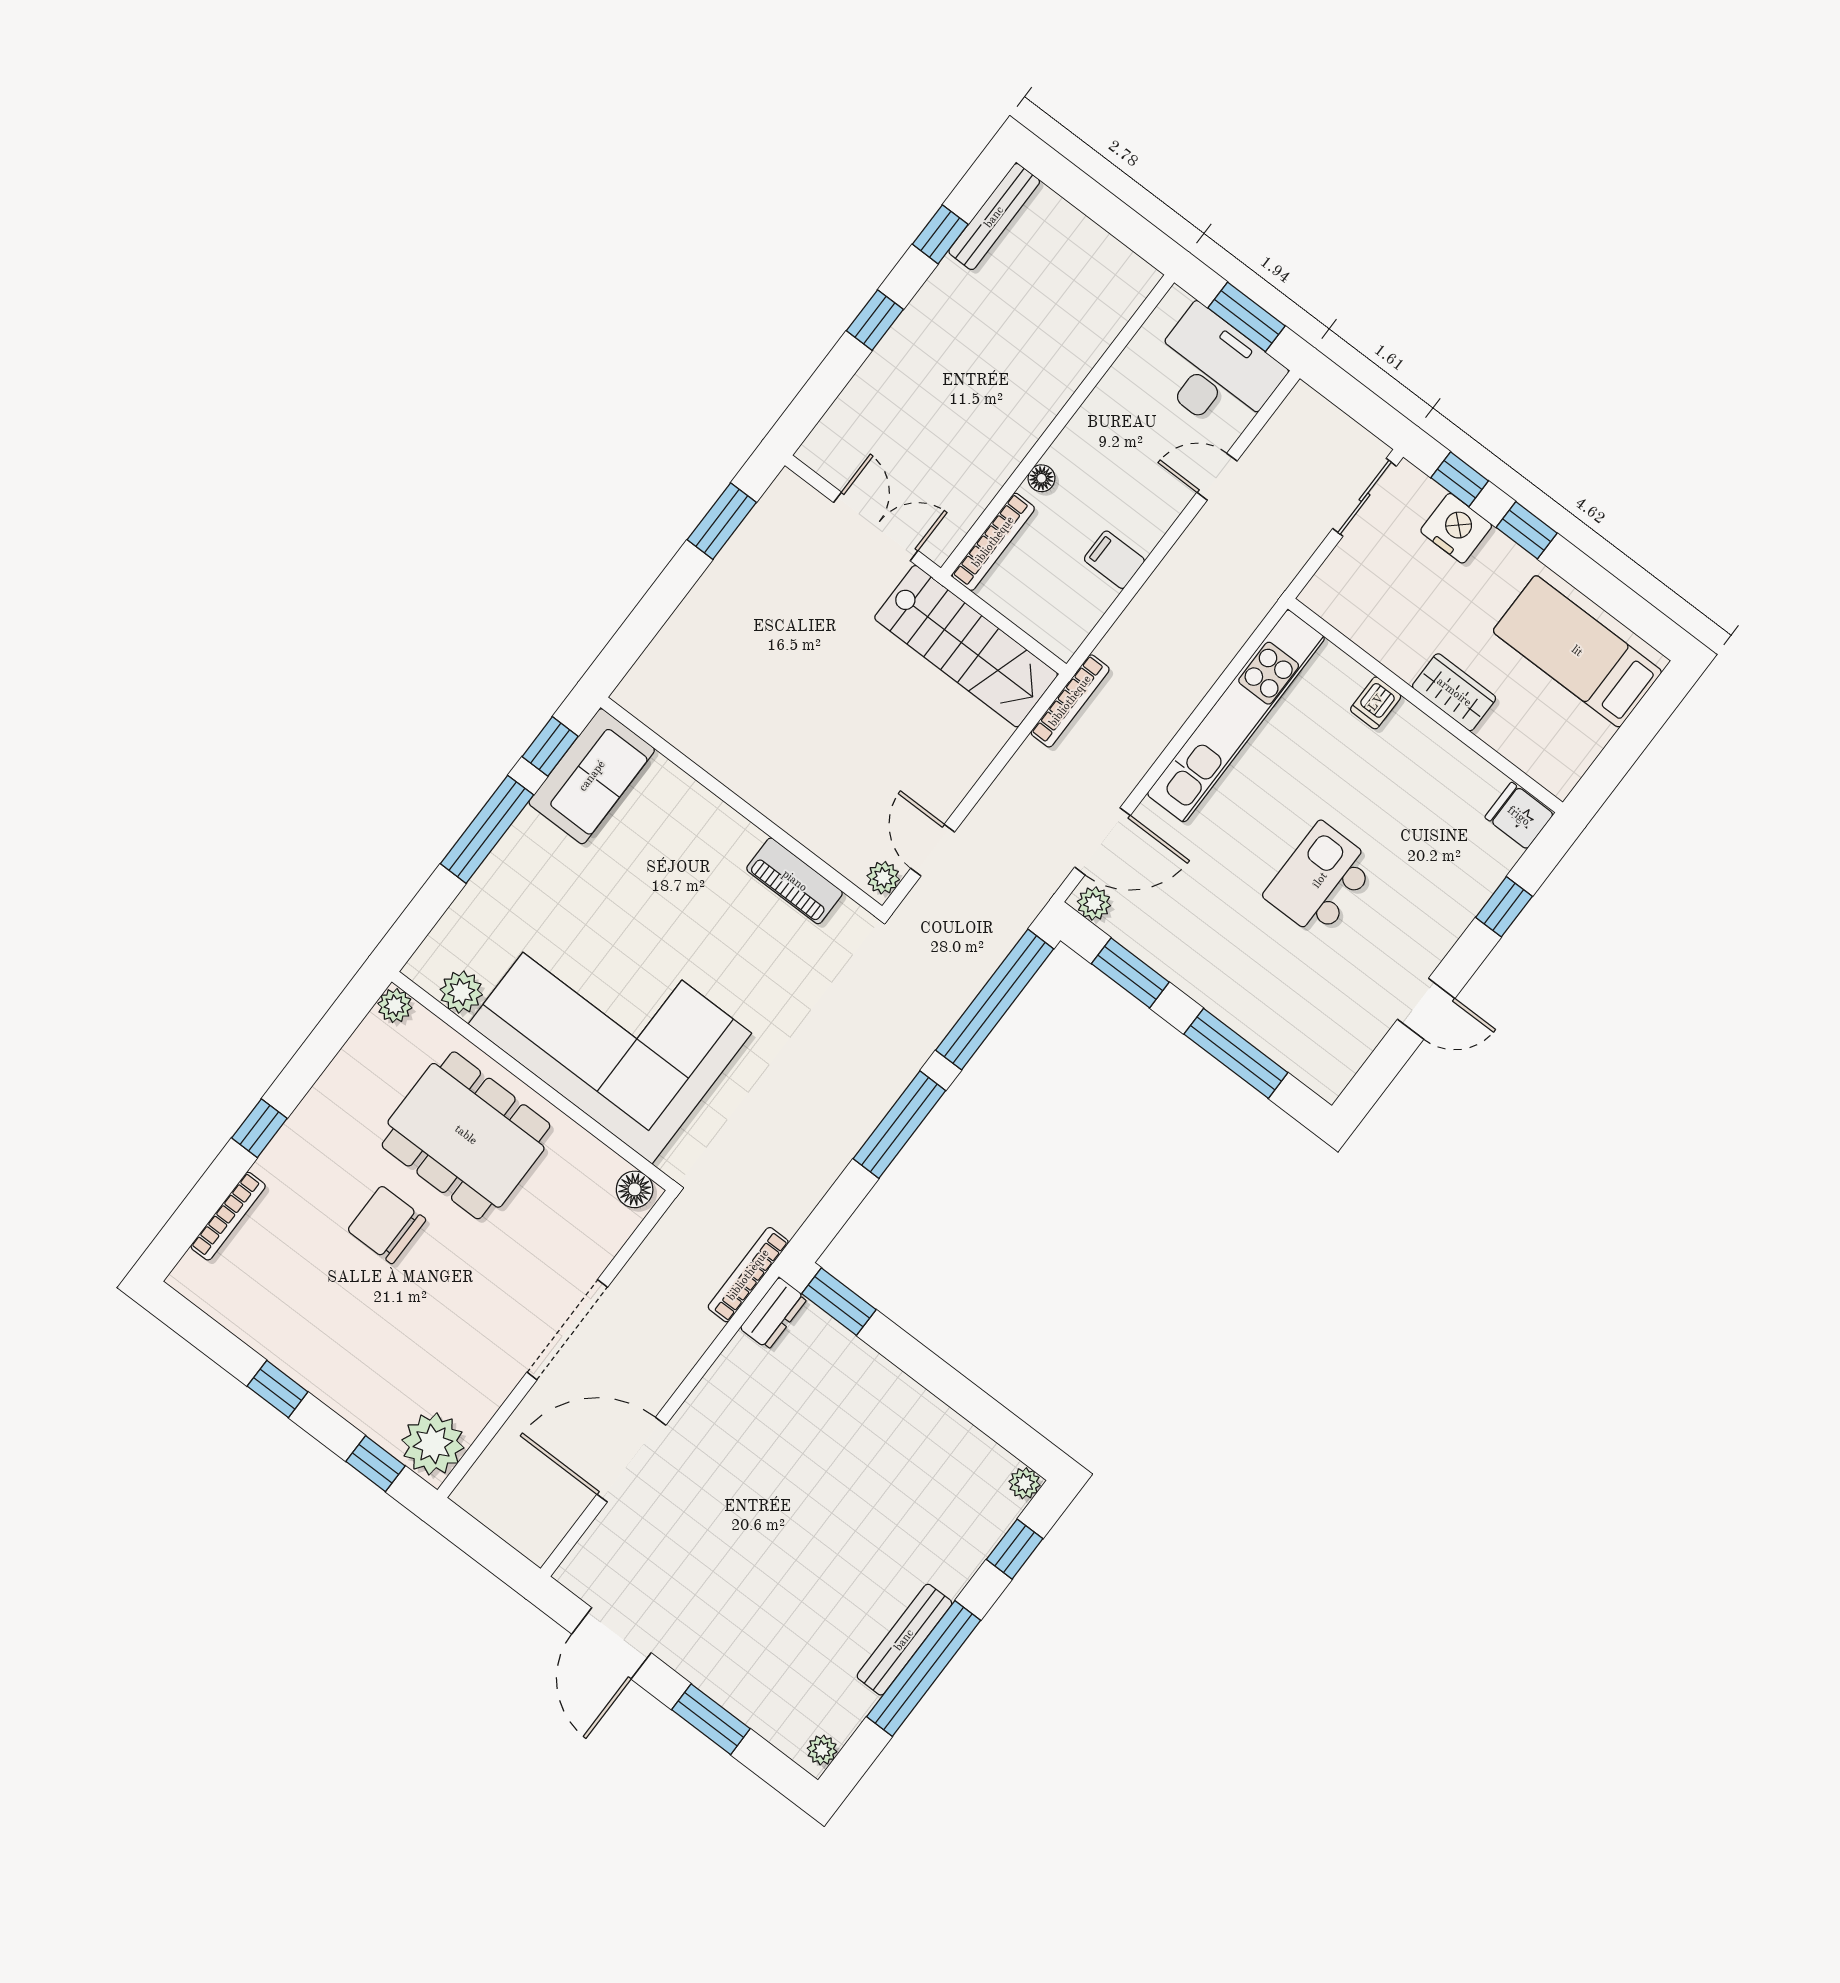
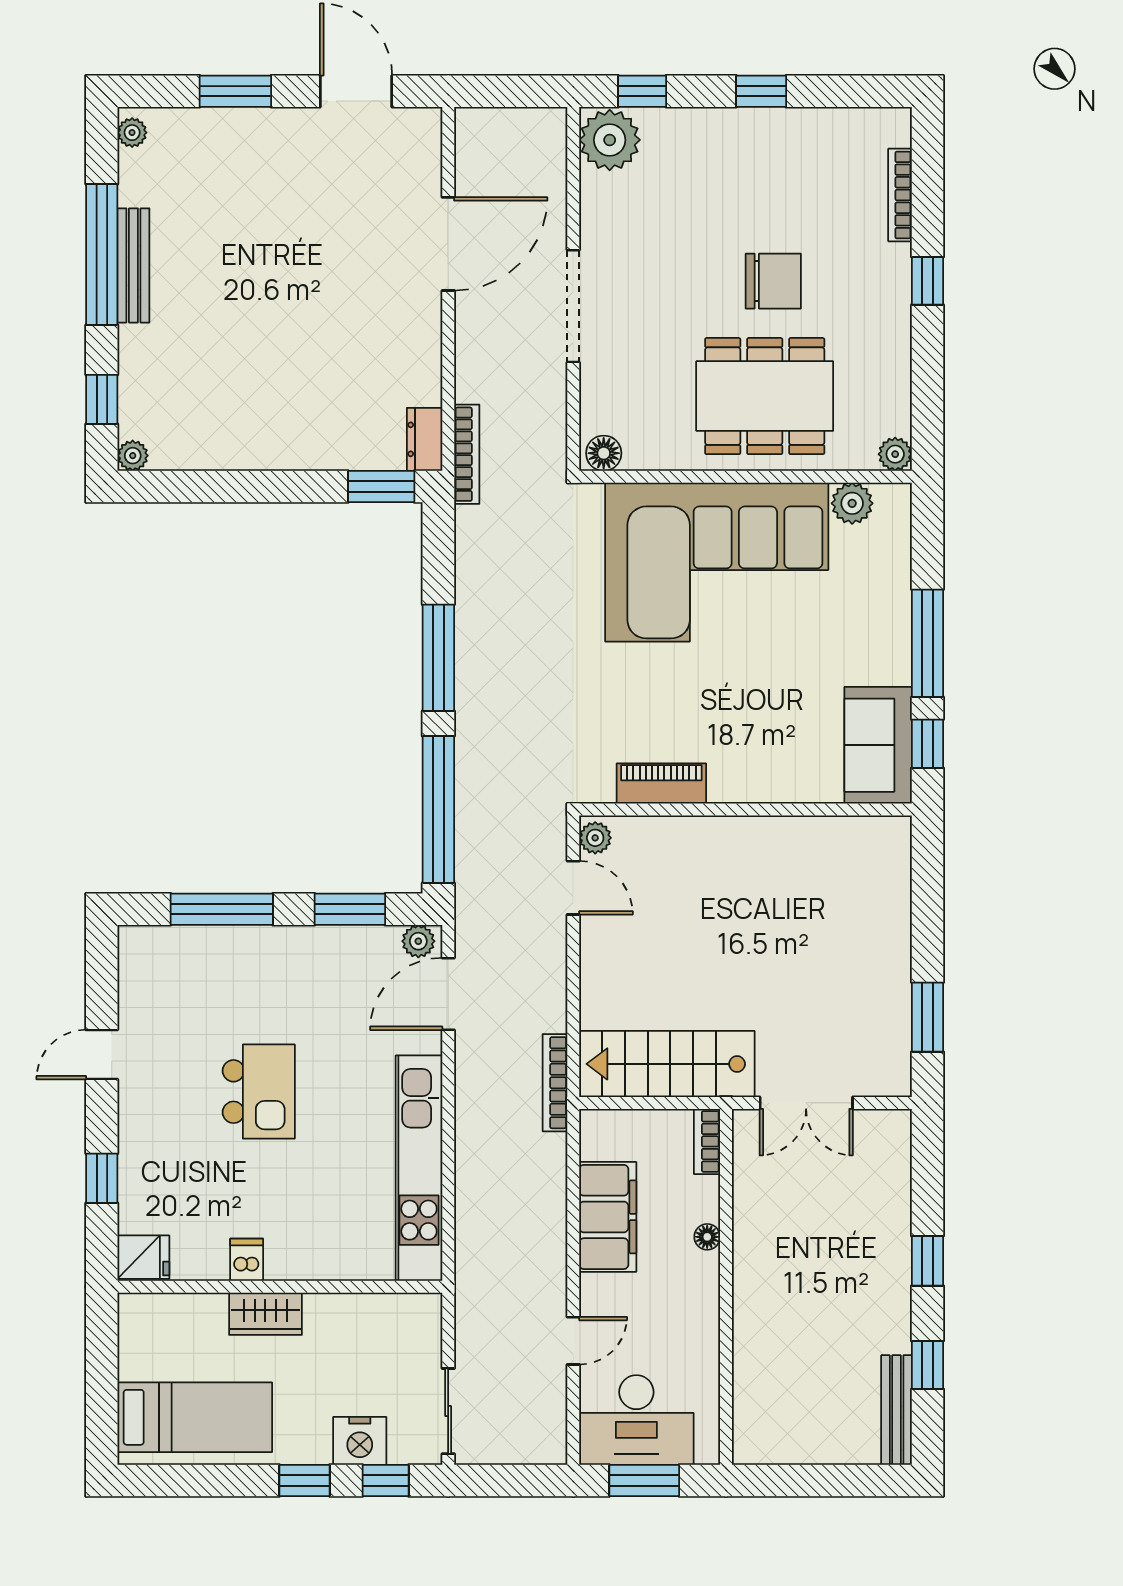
bookcase: (993, 542) -> (707, 1141), width x0.64
filing cabinet: (1114, 560) -> (608, 1217), width x3.00, depth x1.17
dishwasher: (1376, 703) -> (247, 1260), moved

